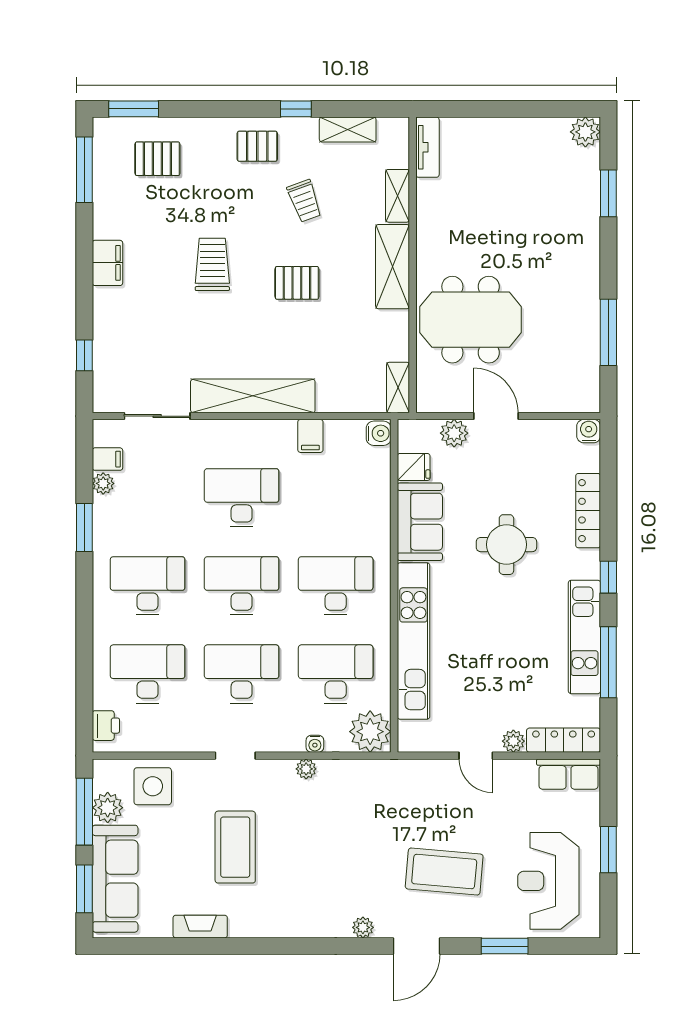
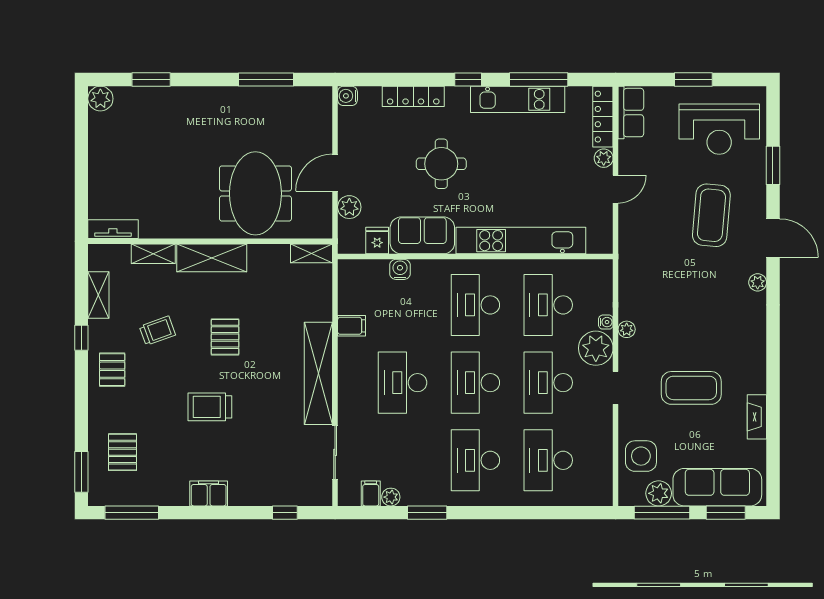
water cooler: (379, 433) -> (400, 269), moved
printer: (106, 726) -> (591, 495), removed
plant: (370, 732) -> (596, 348), moved

